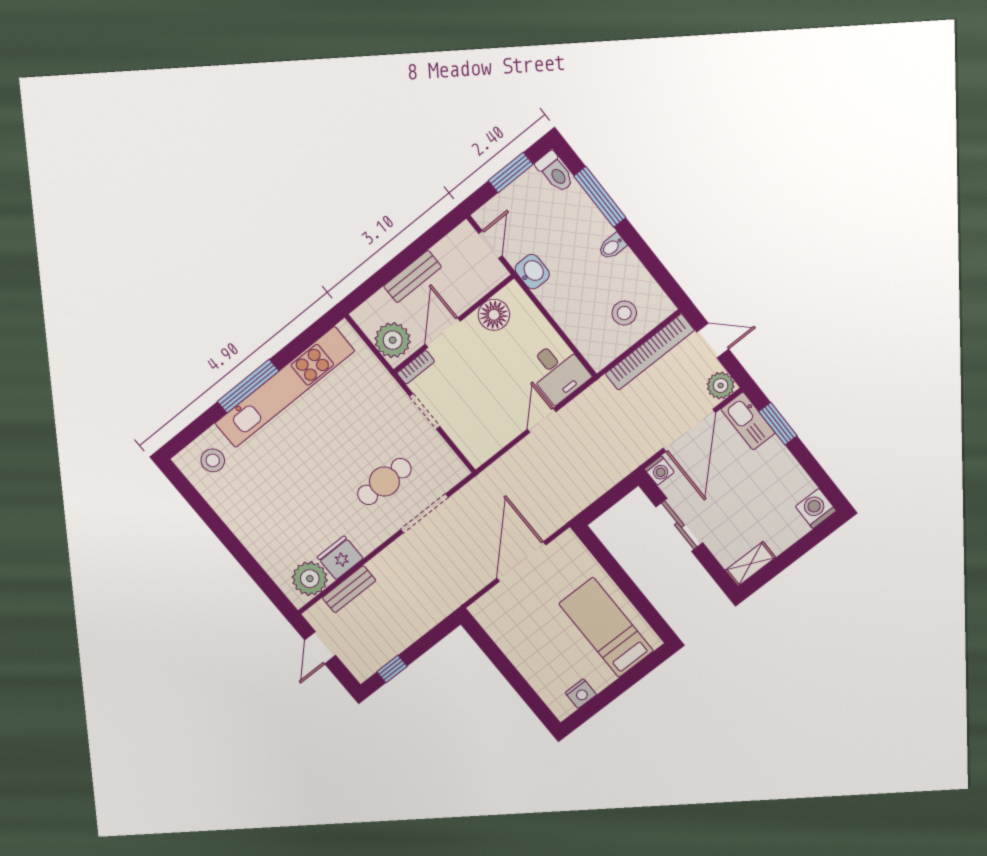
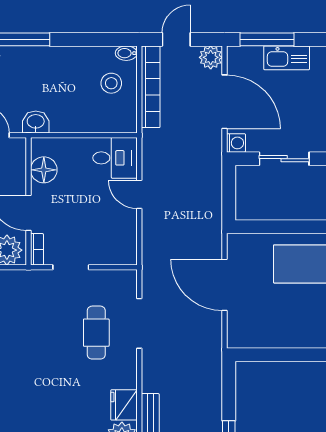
bidet: (612, 246) -> (126, 53), moved, turned 90
kitchen sink: (748, 421) -> (287, 58), moved
window: (778, 424) -> (267, 39), width x1.44

